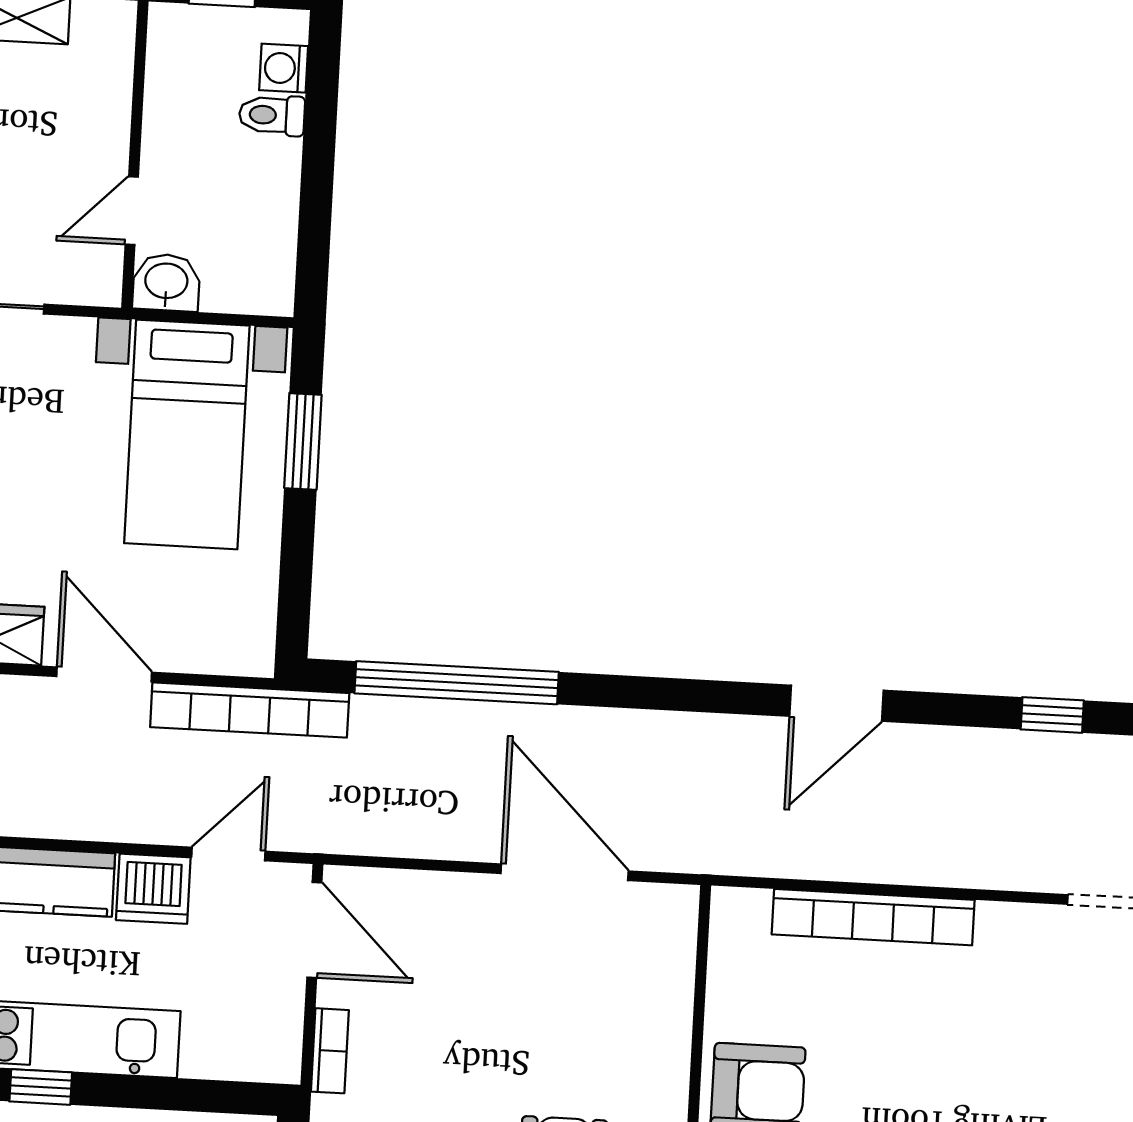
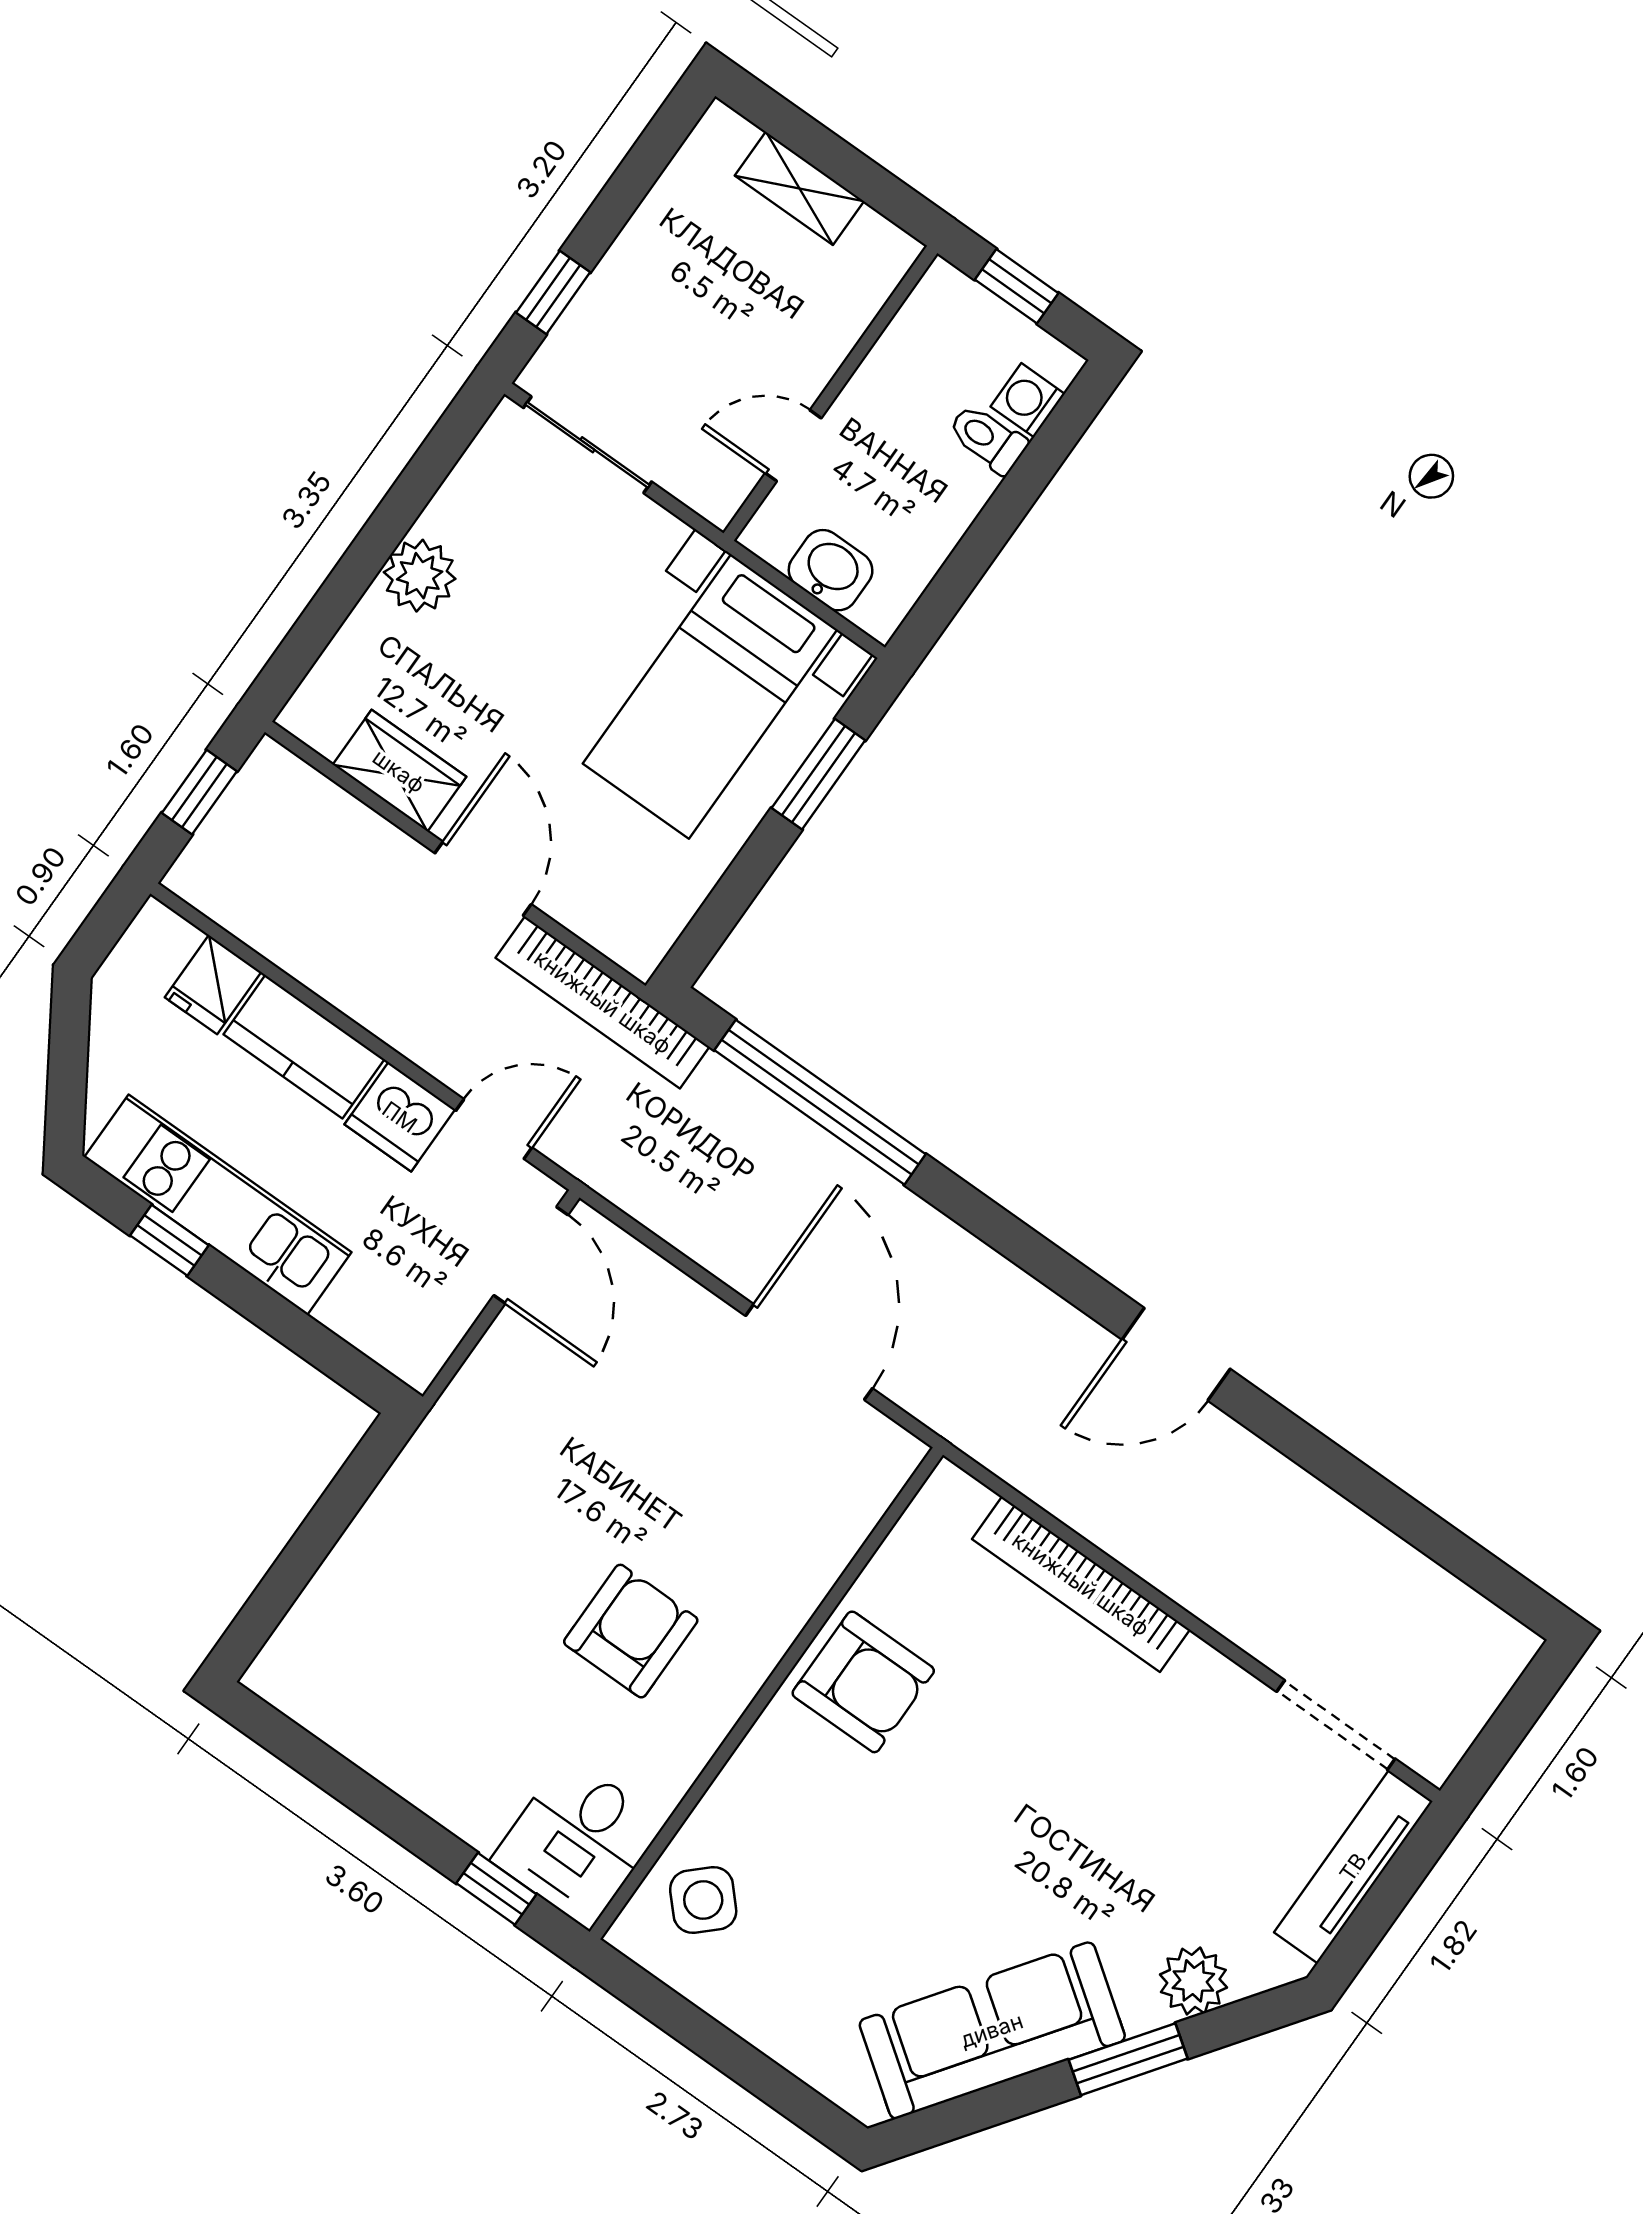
washbasin: (166, 282) -> (831, 570), moved
window: (1052, 715) -> (1378, 1497), removed
bookcase: (330, 1051) -> (472, 1382), removed

